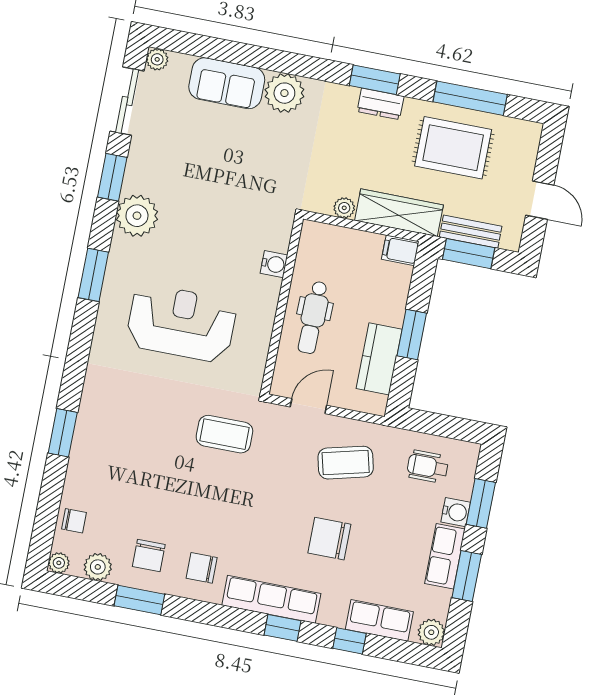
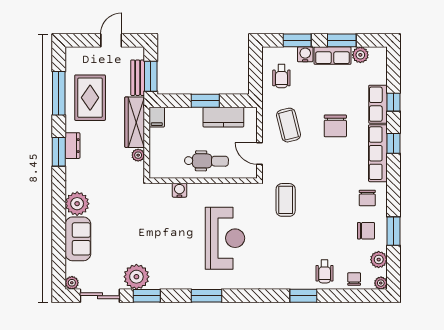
plant: (137, 216) -> (136, 277), moved
reception desk: (181, 323) -> (225, 238), turned 180
wheelchair: (96, 475) -> (325, 271), added
row of seats: (379, 620) -> (378, 104), moved
plant: (431, 632) -> (360, 55), moved

